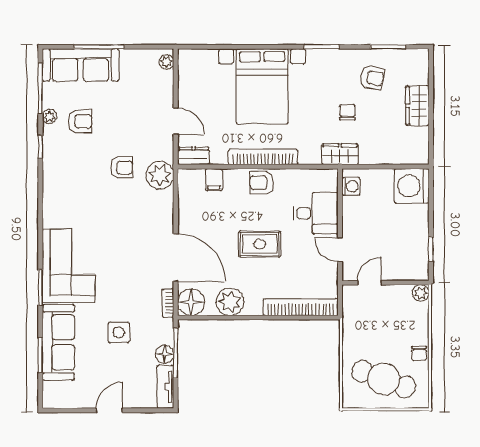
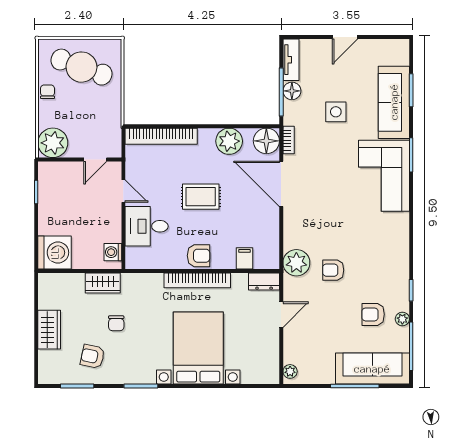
door: (176, 121) -> (281, 315), swing flipped
wardrobe: (340, 154) -> (103, 283), moved
plant: (421, 293) -> (53, 143), width x1.88, depth x1.88

